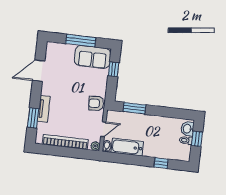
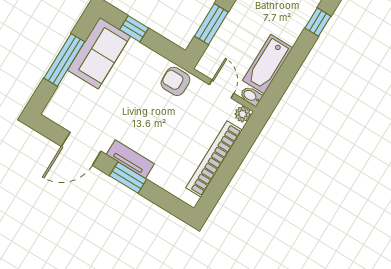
door: (39, 71) -> (81, 149), hinge flipped
armchair: (96, 103) -> (175, 81), turned 94
tv unit: (44, 109) -> (130, 159), moved
window: (33, 118) -> (128, 178), moved

